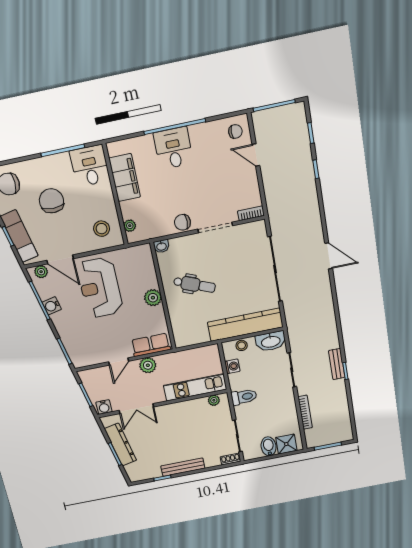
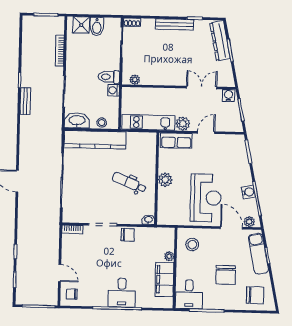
plant: (130, 226) -> (169, 256), moved
bench: (337, 364) -> (25, 101), moved
washing machine: (232, 366) -> (113, 90), moved
kitchen unit: (195, 387) -> (148, 122), moved, turned 180
dresser: (120, 445) -> (220, 41), moved

